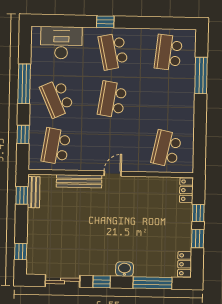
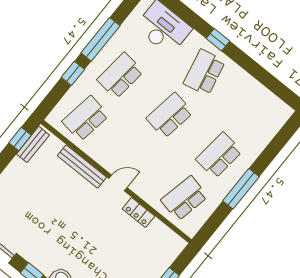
school desk: (168, 53) -> (219, 155), moved
window: (201, 76) -> (241, 189), moved
school desk: (57, 98) -> (120, 75), turned 30
window: (23, 134) -> (73, 73), moved
locker: (186, 190) -> (138, 212), moved, turned -90

